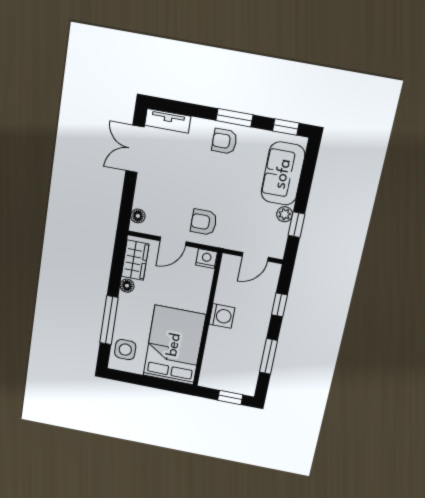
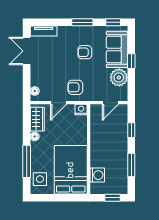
armchair: (224, 141) -> (85, 52), moved
plant: (285, 214) -> (119, 77), width x1.88, depth x1.88
window: (296, 225) -> (131, 61), moved
washing machine: (222, 316) -> (97, 175), moved

